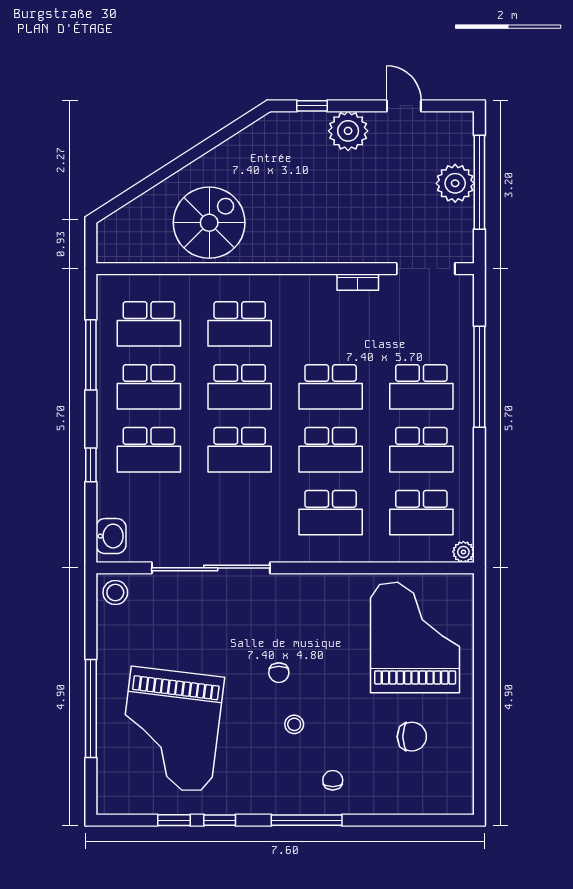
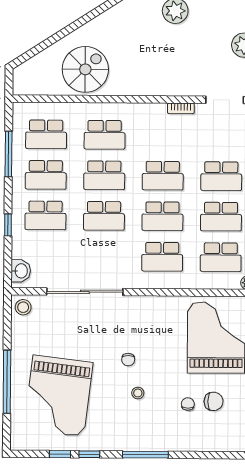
chair: (333, 780) -> (188, 404), moved

